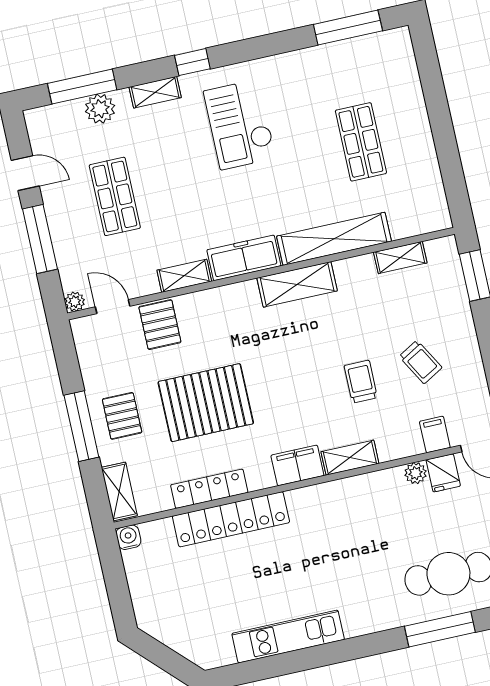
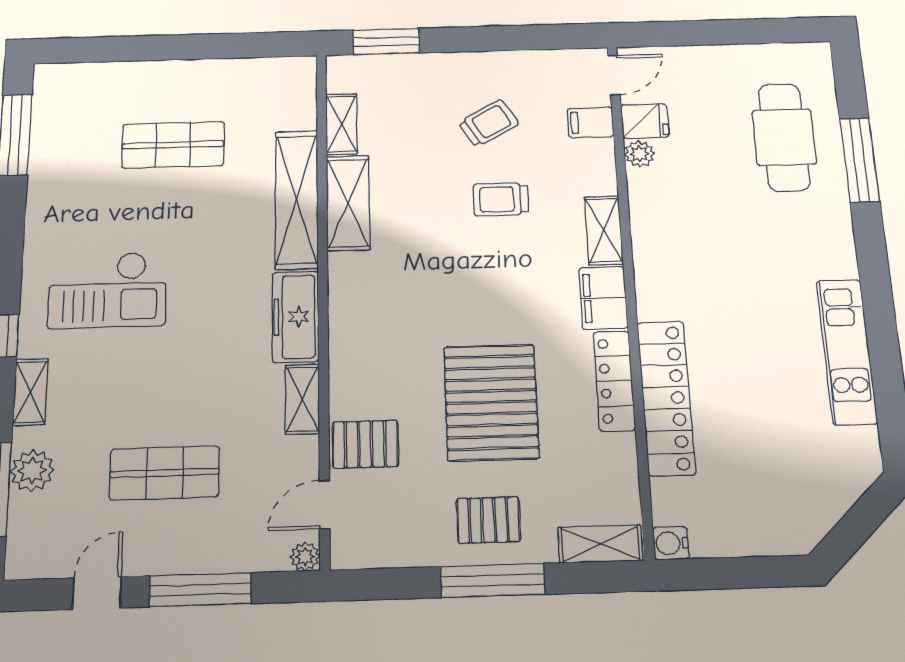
shelving: (297, 284) -> (348, 203), moved
locker: (209, 489) -> (614, 381), moved

